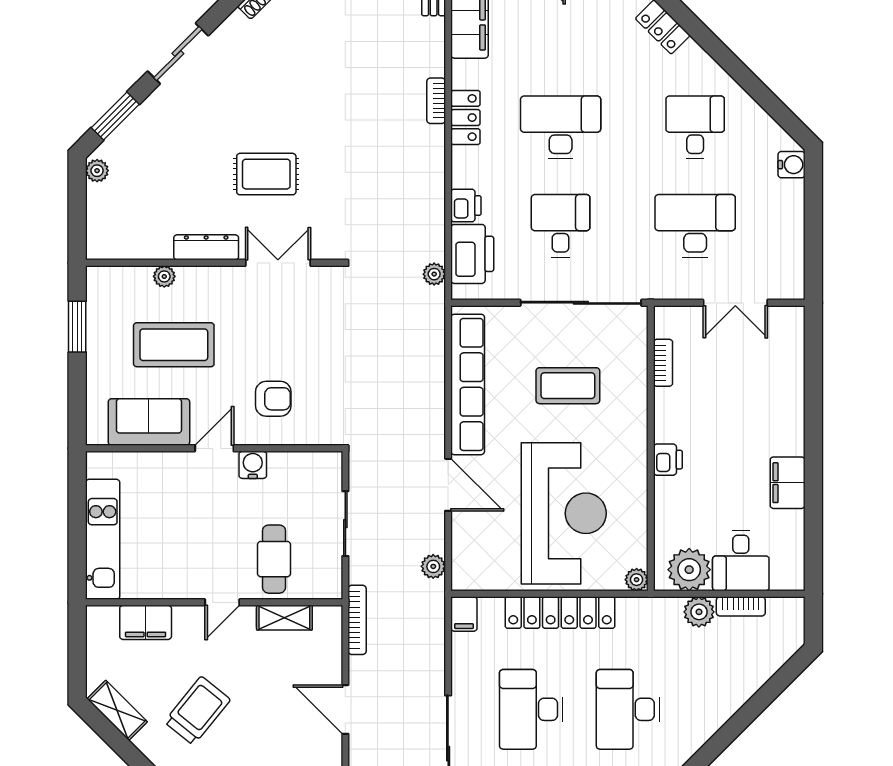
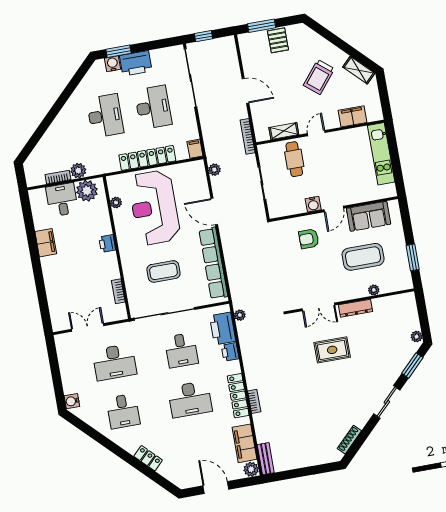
locker: (465, 118) -> (238, 396), width x1.53
plant: (637, 580) -> (116, 203), moved

